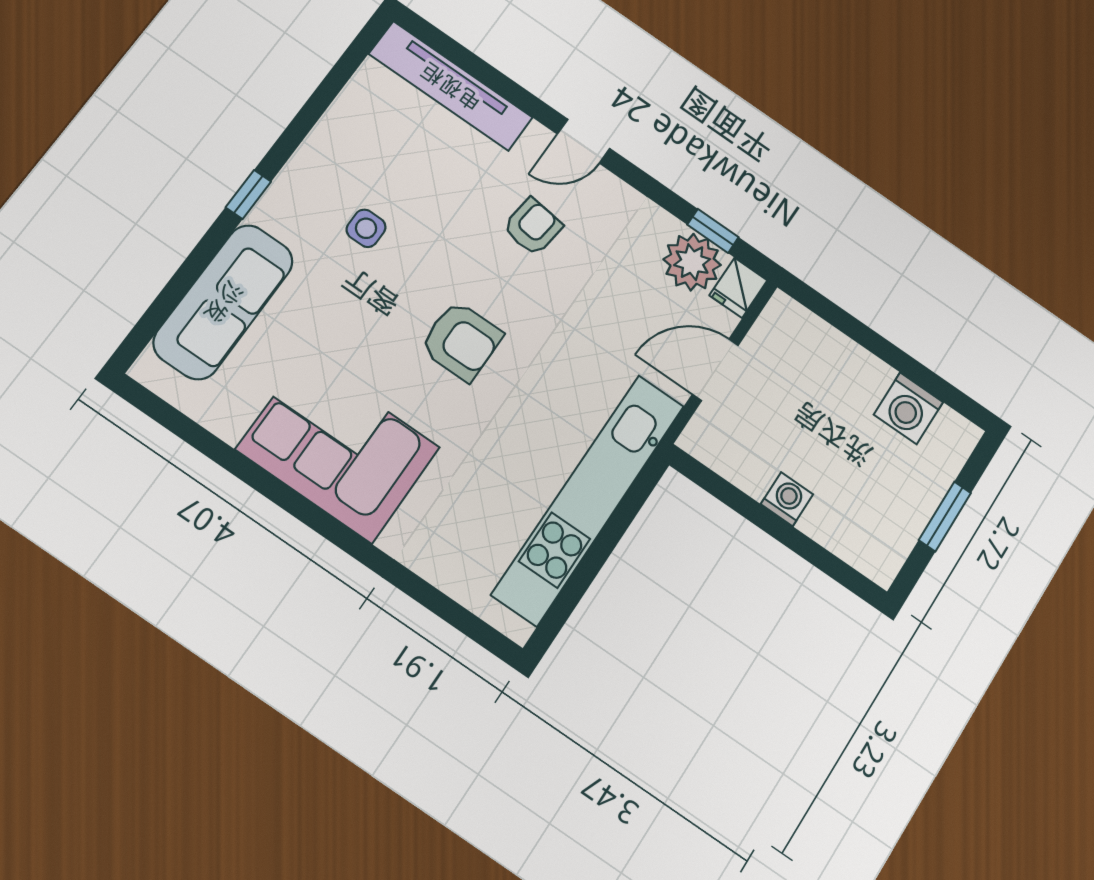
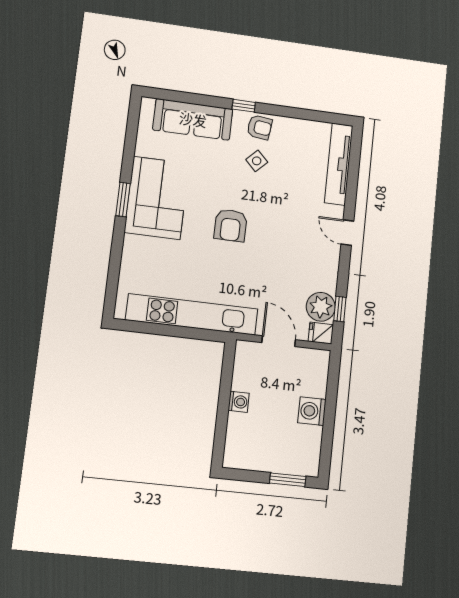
armchair: (533, 227) -> (260, 127), moved
side table: (366, 228) -> (257, 161), turned 45
washing machine: (908, 408) -> (312, 411), moved
window: (308, 513) -> (123, 200), added
window: (945, 516) -> (288, 480), moved

